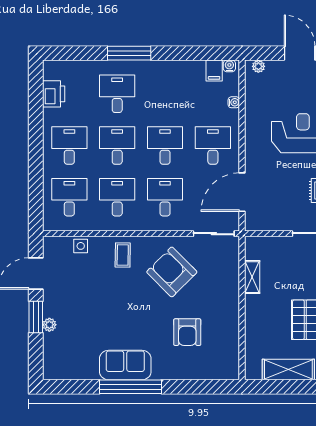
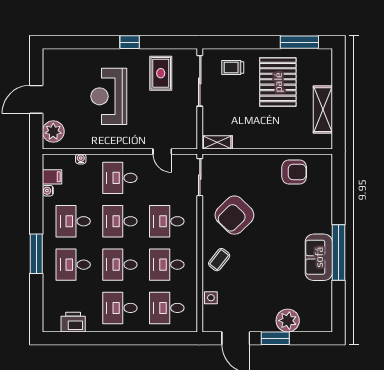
water cooler: (229, 66) -> (48, 191), moved
plant: (258, 66) -> (53, 132), width x1.87, depth x1.87
desk: (165, 94) -> (73, 221), added
door: (242, 192) -> (162, 151), width x0.53
coffee table: (123, 255) -> (219, 260), turned -53
shelving: (252, 277) -> (217, 142), moved
plant: (49, 325) -> (288, 321), width x1.87, depth x1.87
armchair: (187, 332) -> (294, 172), moved

